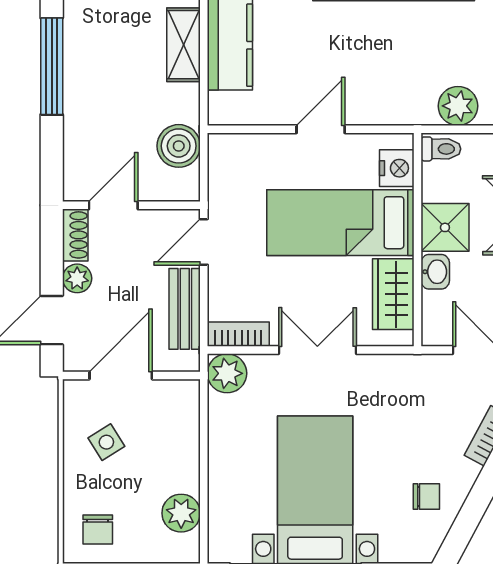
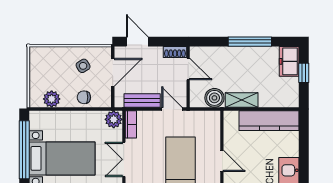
shelving: (184, 45) -> (242, 100), moved
plant: (77, 278) -> (156, 53), removed
double door: (317, 350) -> (124, 159), swing flipped
door: (121, 375) -> (113, 72), hinge flipped
chair: (98, 530) -> (84, 97), moved

